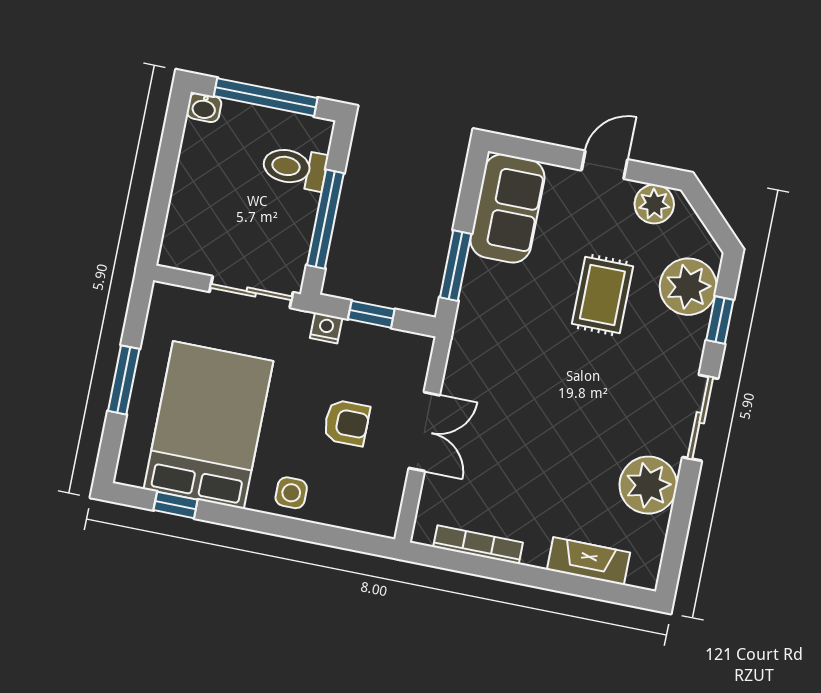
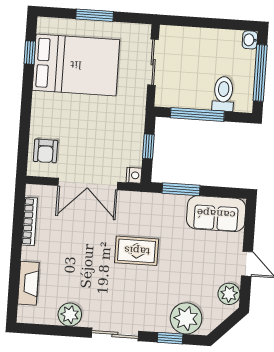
sliding door: (251, 292) -> (153, 62), moved
rug: (602, 295) -> (137, 251), moved
nightstand: (326, 328) -> (134, 175), moved
armchair: (347, 423) -> (46, 151), moved
double door: (424, 432) -> (88, 184), width x1.37
plant: (648, 485) -> (70, 315), width x0.73, depth x0.73
side table: (291, 493) -> (45, 115), removed

